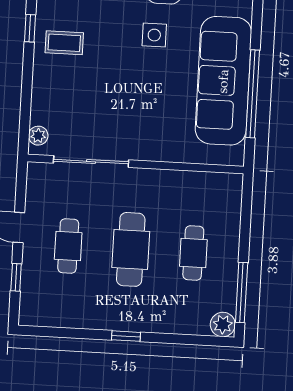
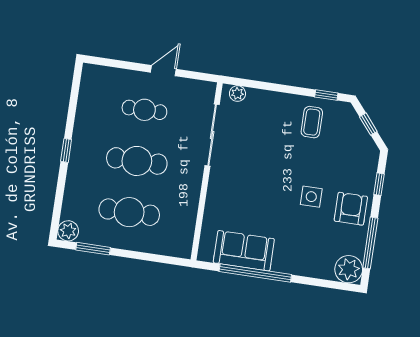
sofa: (223, 81) -> (244, 251), width x0.54, depth x0.79
cafe table: (193, 253) -> (129, 212), width x1.37, depth x1.35
window: (16, 277) -> (123, 65), removed
window: (242, 292) -> (93, 249), width x0.69

